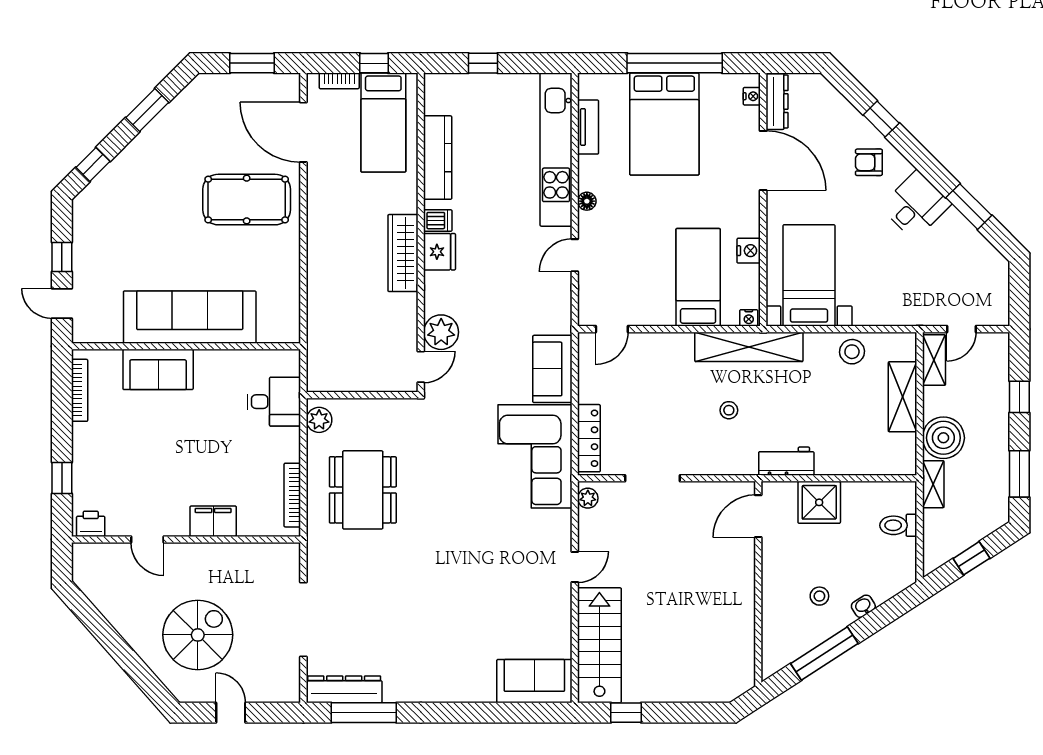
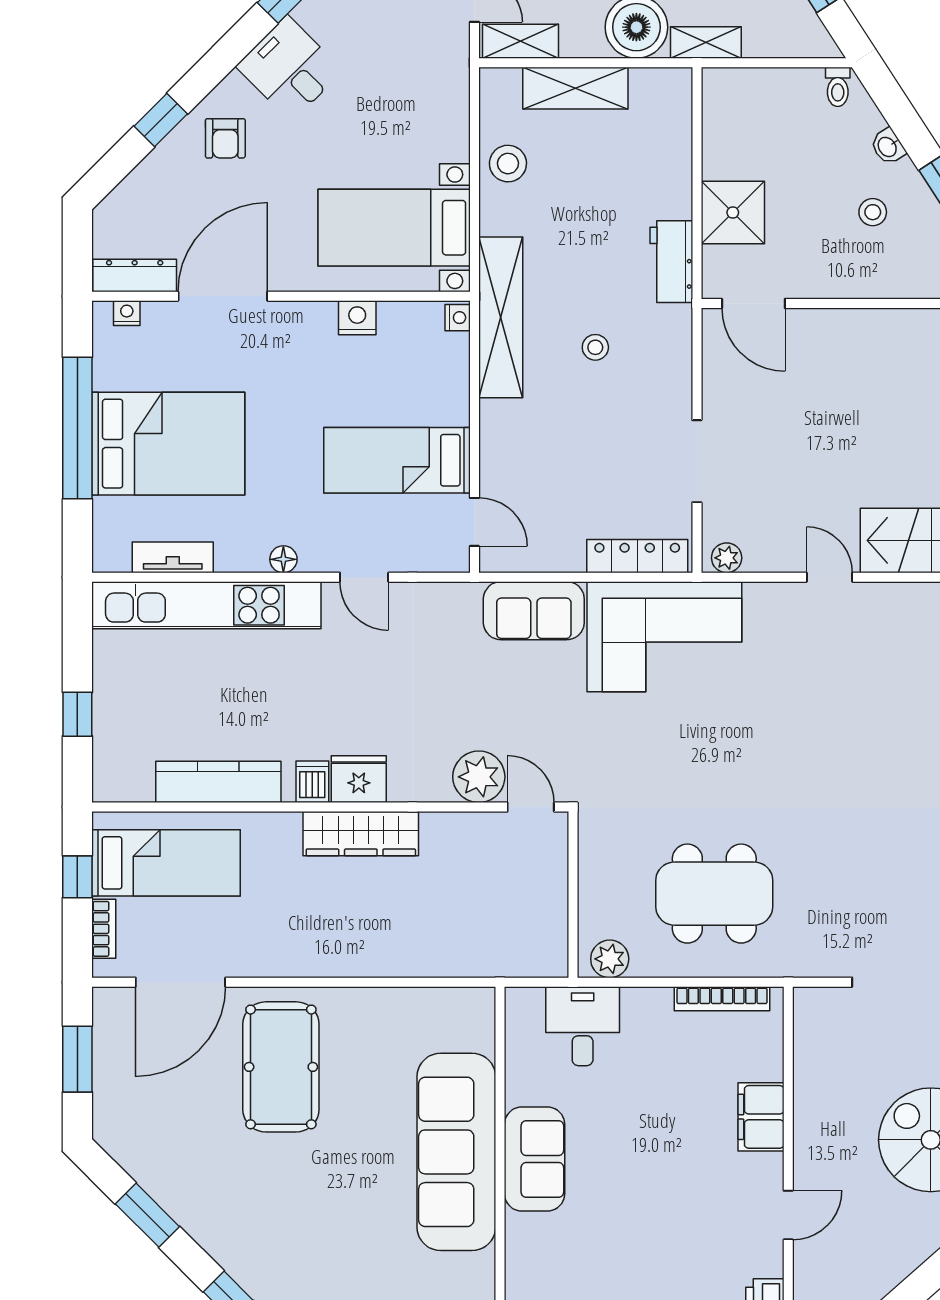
bed: (698, 277) -> (397, 460), moved
sofa: (158, 369) -> (535, 1159), moved
toilet: (898, 525) -> (838, 87), moved, width x0.73, depth x0.72

